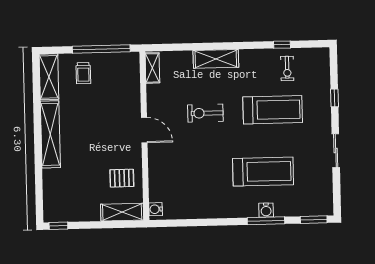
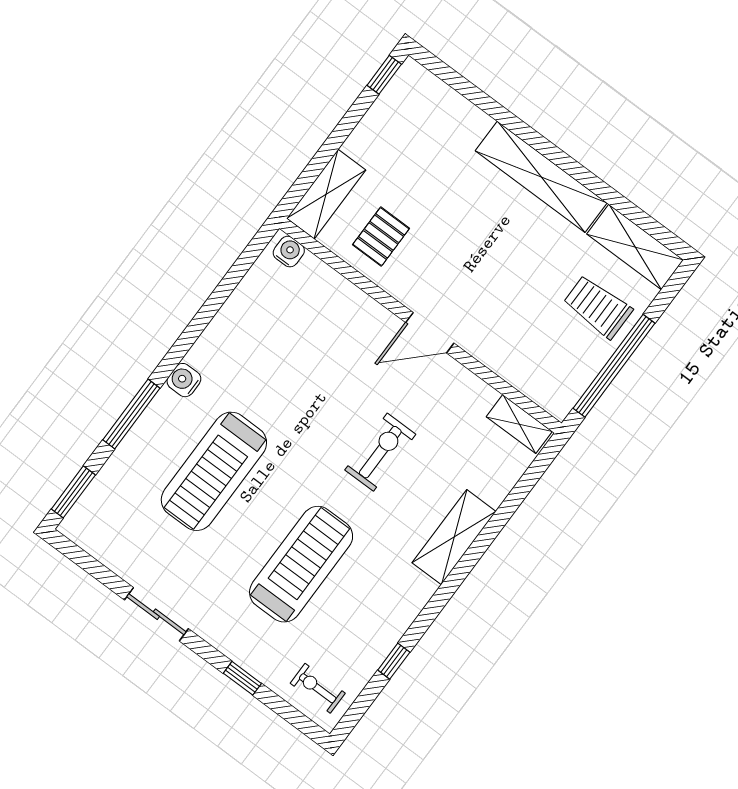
exercise bike: (287, 68) -> (318, 688), moved
trolley: (83, 73) -> (598, 307), width x1.36, depth x1.39
treadmill: (273, 110) -> (301, 564), turned 180
water cooler: (266, 210) -> (184, 380), moved

